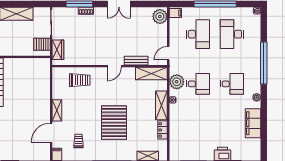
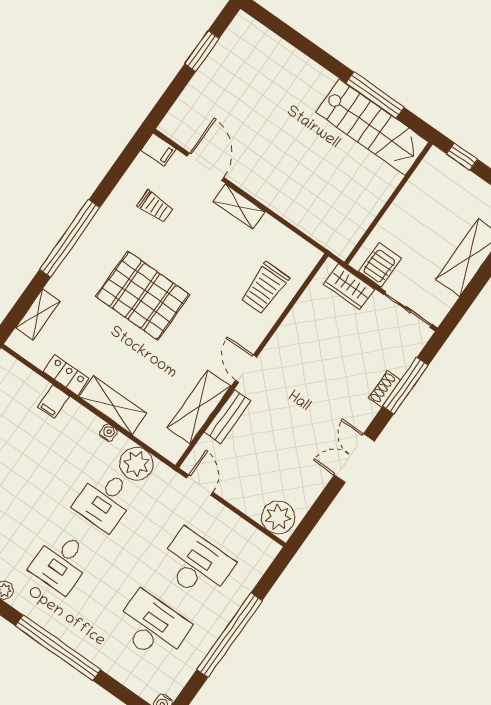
filing cabinet: (175, 13) -> (54, 402), moved
desk: (198, 34) -> (196, 565), turned 180
shelving: (151, 74) -> (199, 407), moved

